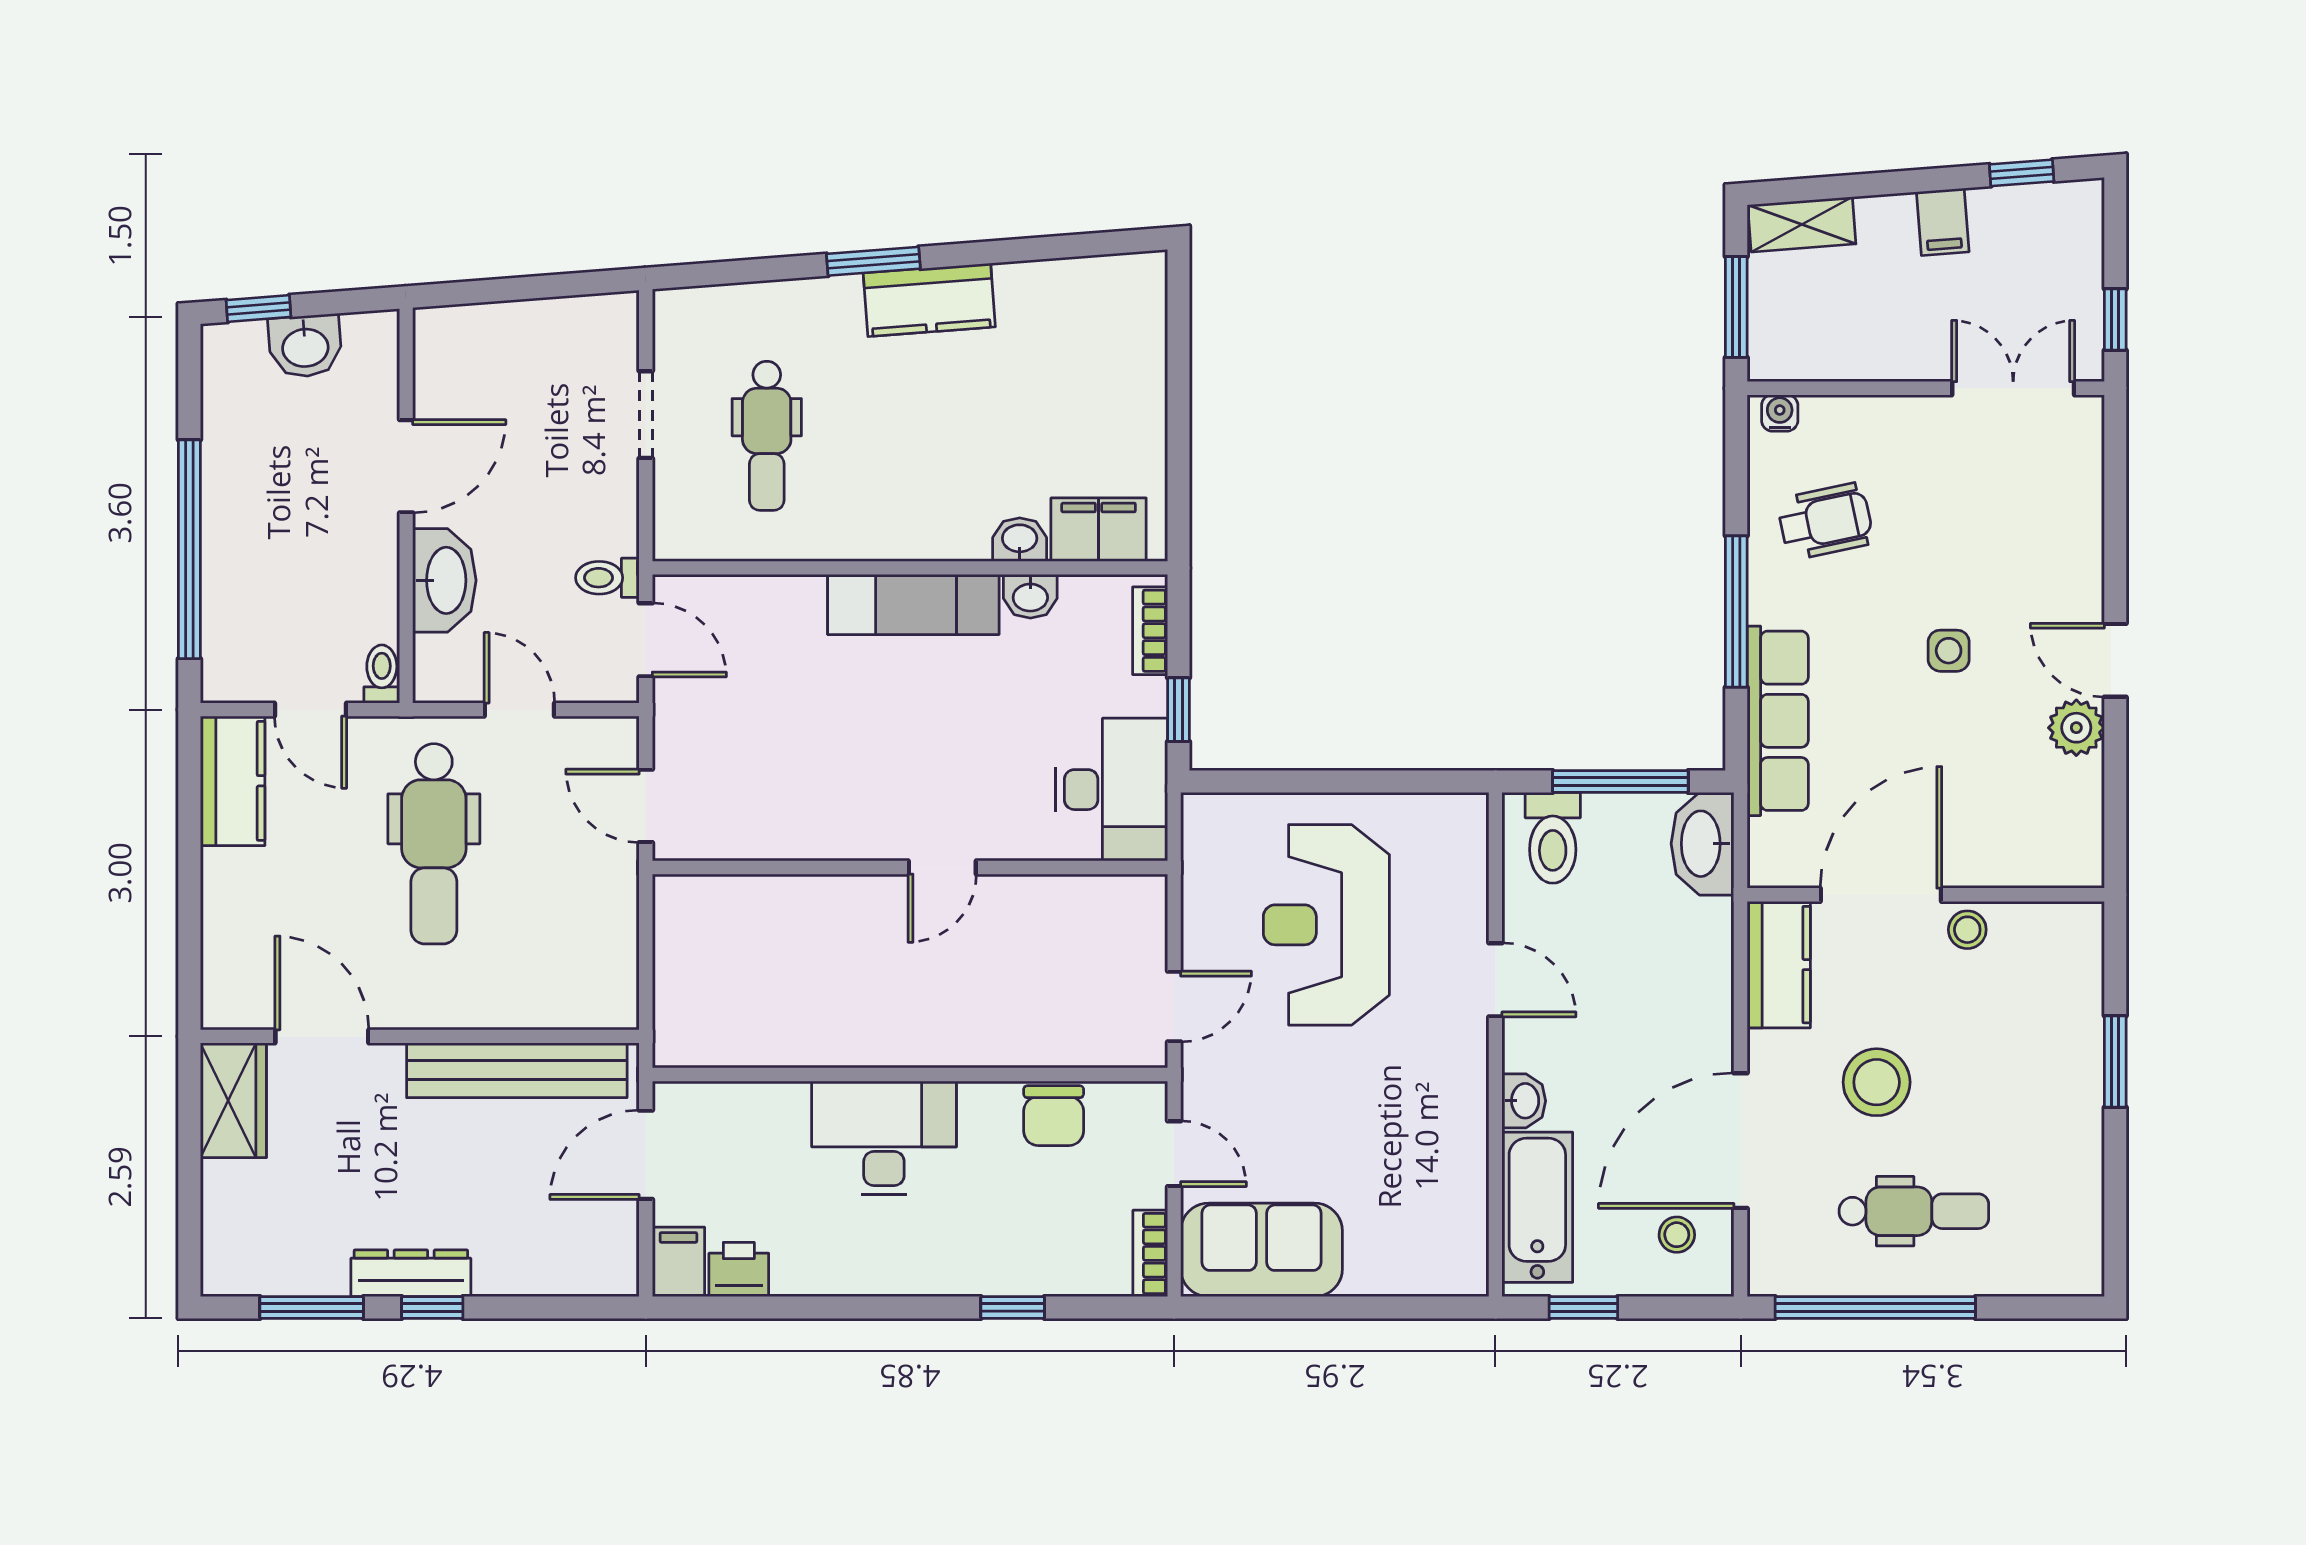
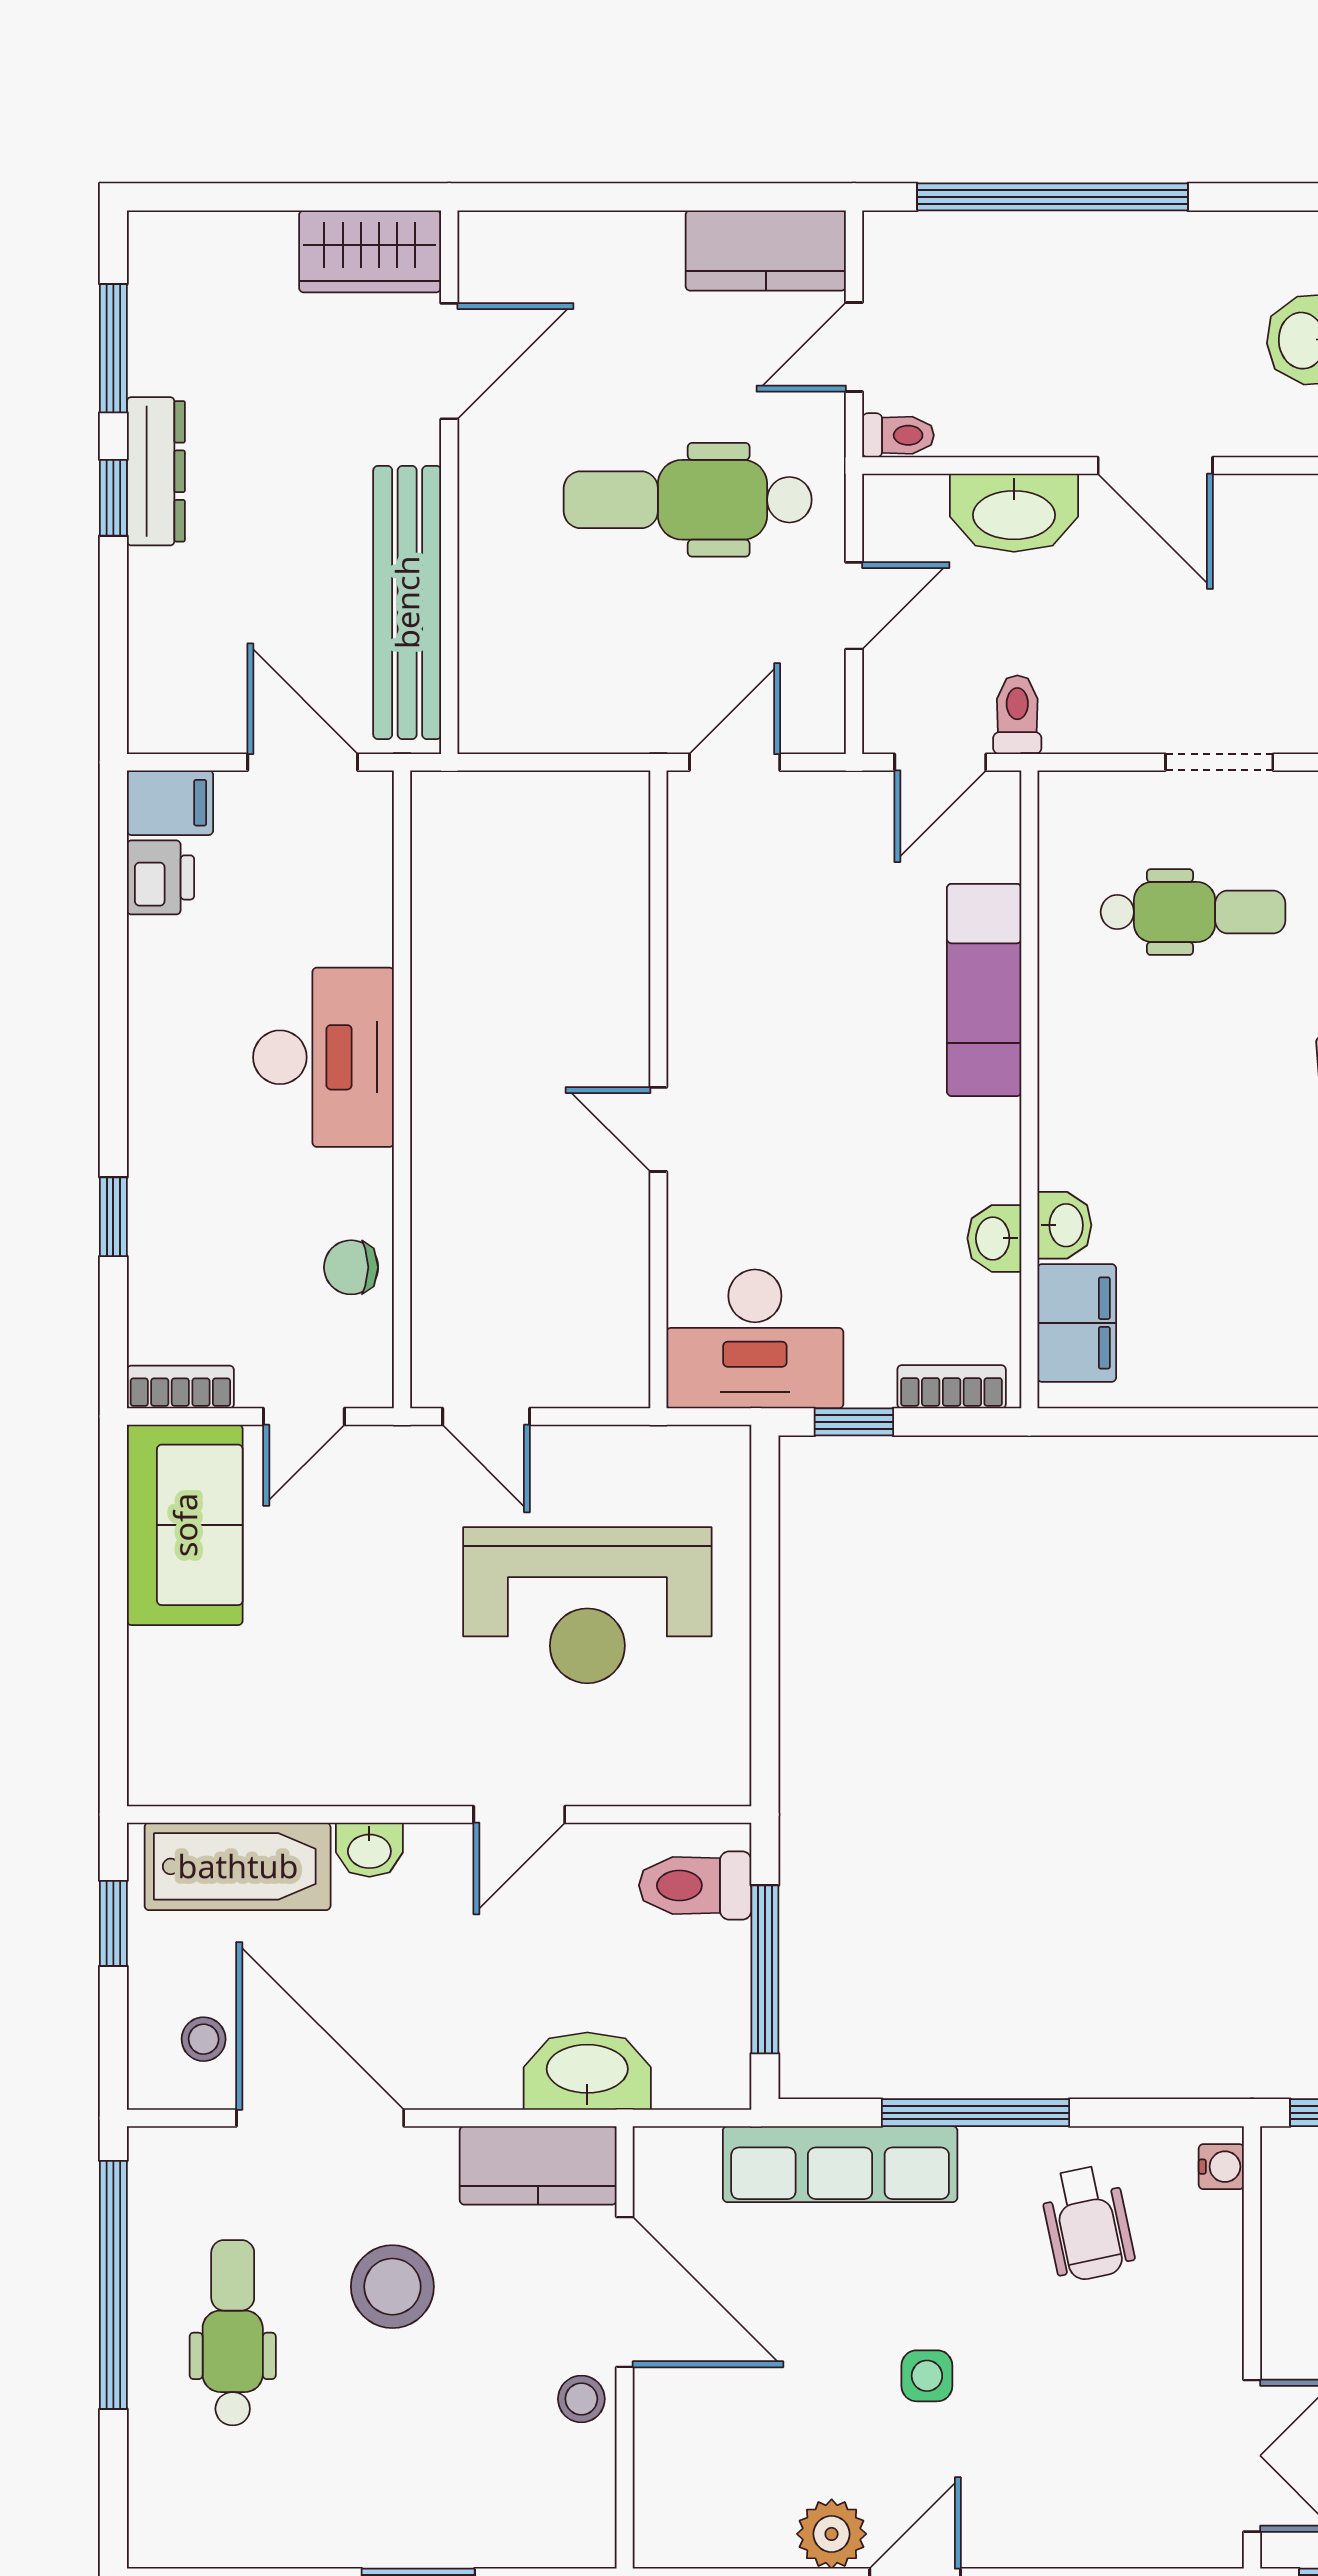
dental chair: (767, 436) -> (1193, 912), turned 180
exam couch: (913, 604) -> (984, 990), moved
washbasin: (1703, 844) -> (587, 2071), moved
reception desk: (1326, 925) -> (587, 1605), turned 180
chair: (1054, 1116) -> (351, 1267), width x0.73, depth x0.73
dental chair: (1914, 1211) -> (233, 2333), turned 180

